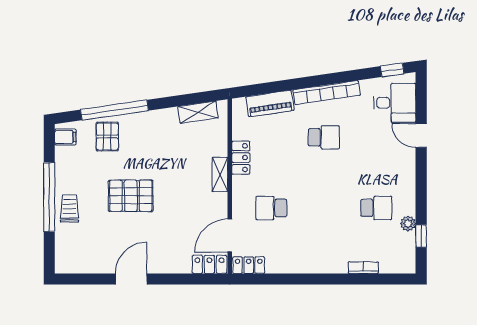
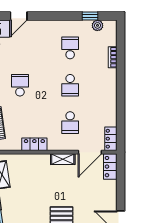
shelving: (220, 174) -> (63, 159), moved
school desk: (324, 208) -> (70, 85), added
plant: (408, 224) -> (97, 25), moved
door: (230, 236) -> (90, 152), hinge flipped

